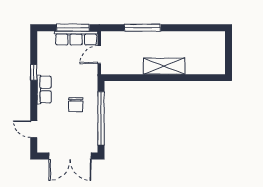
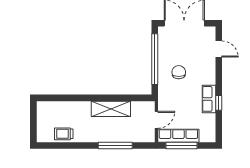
trolley: (197, 40) -> (64, 134), added
shelving: (164, 66) -> (111, 109), moved
row of seats: (44, 90) -> (209, 99), moved

